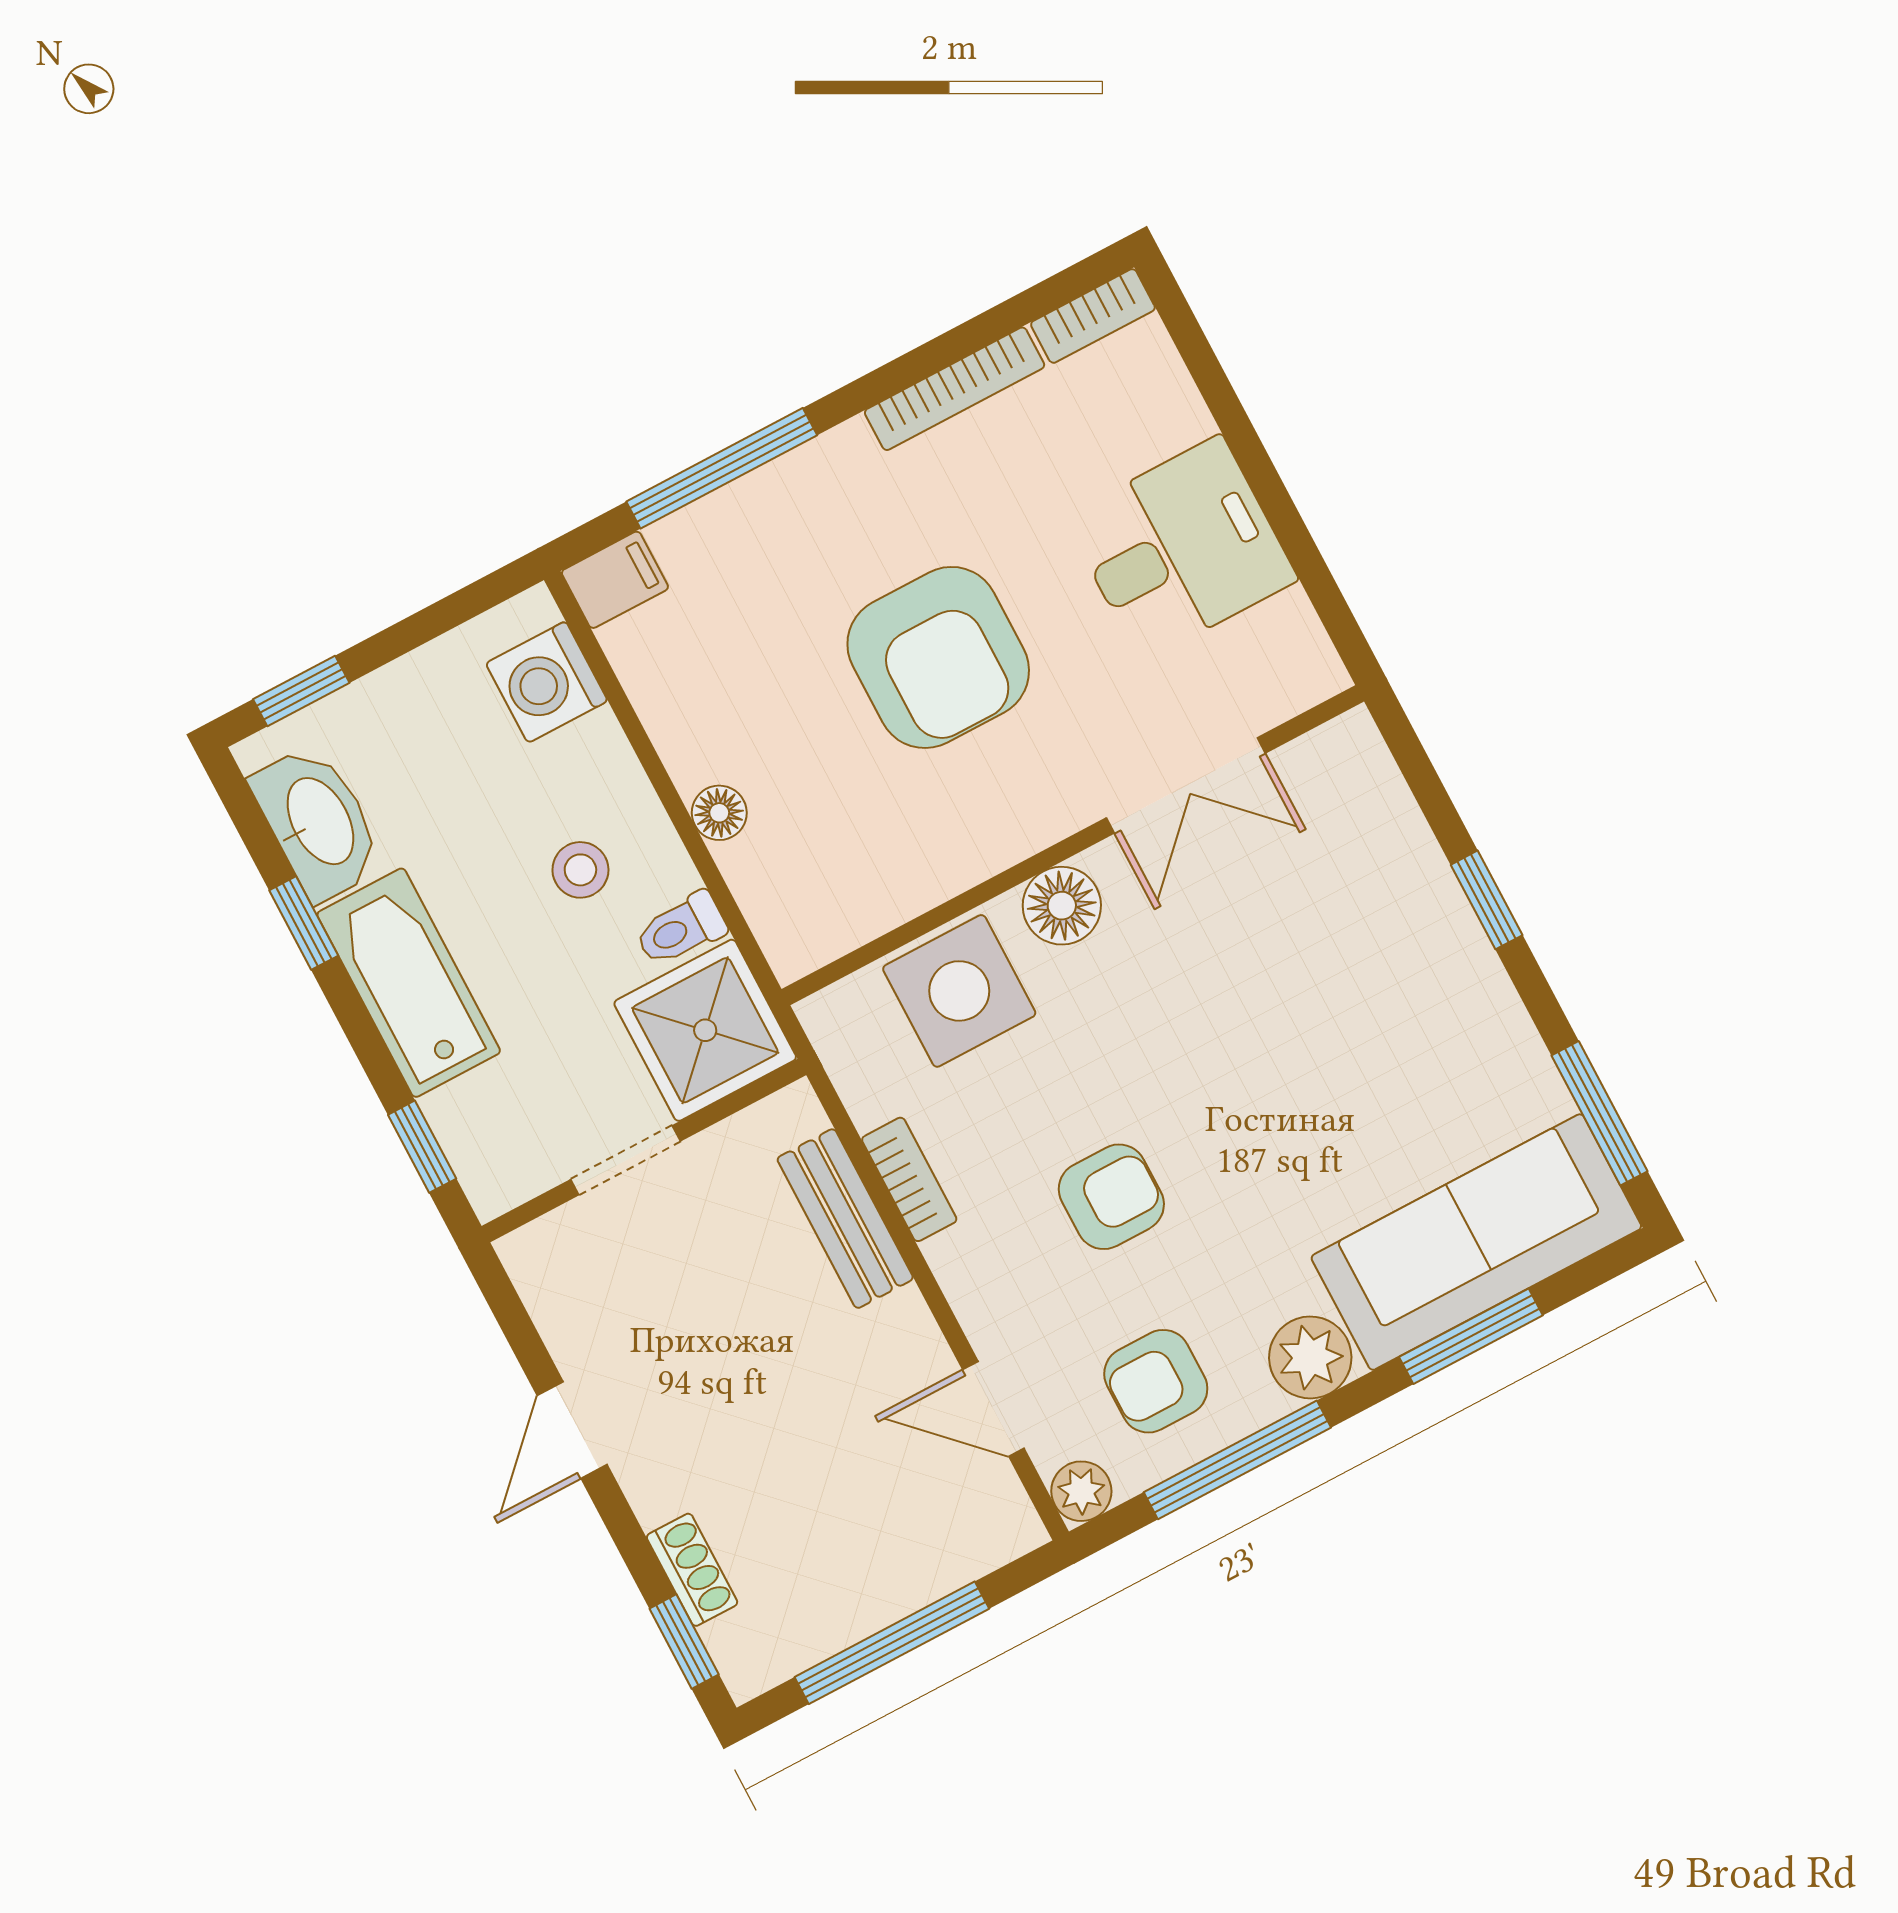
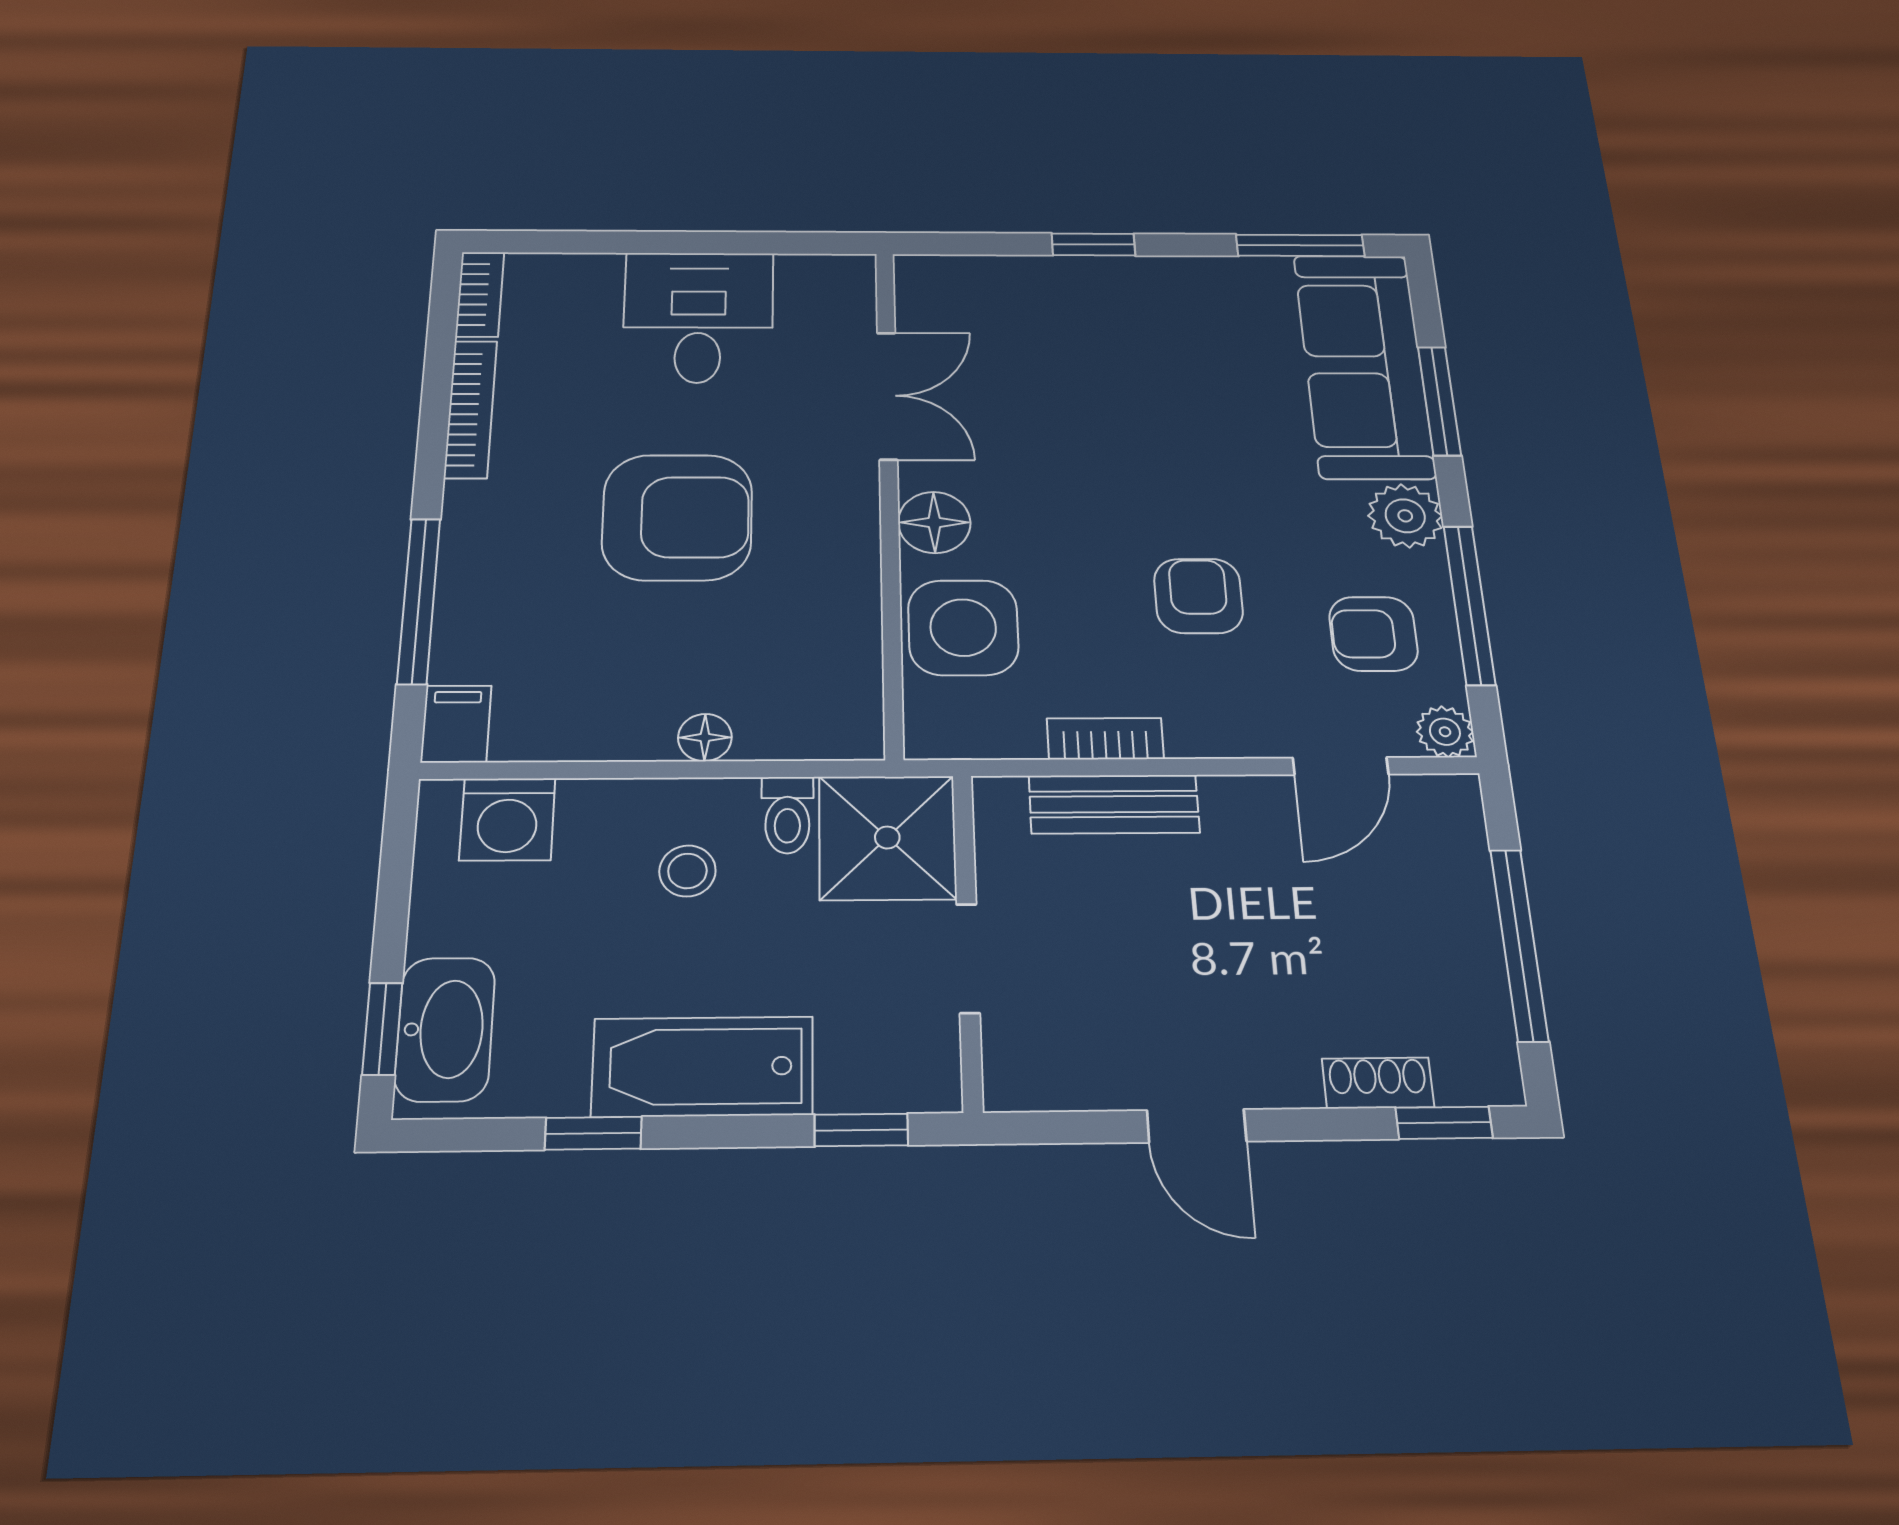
washbasin: (318, 822) -> (445, 1029), moved, turned 90
armchair: (1156, 1381) -> (1373, 634), turned 90

